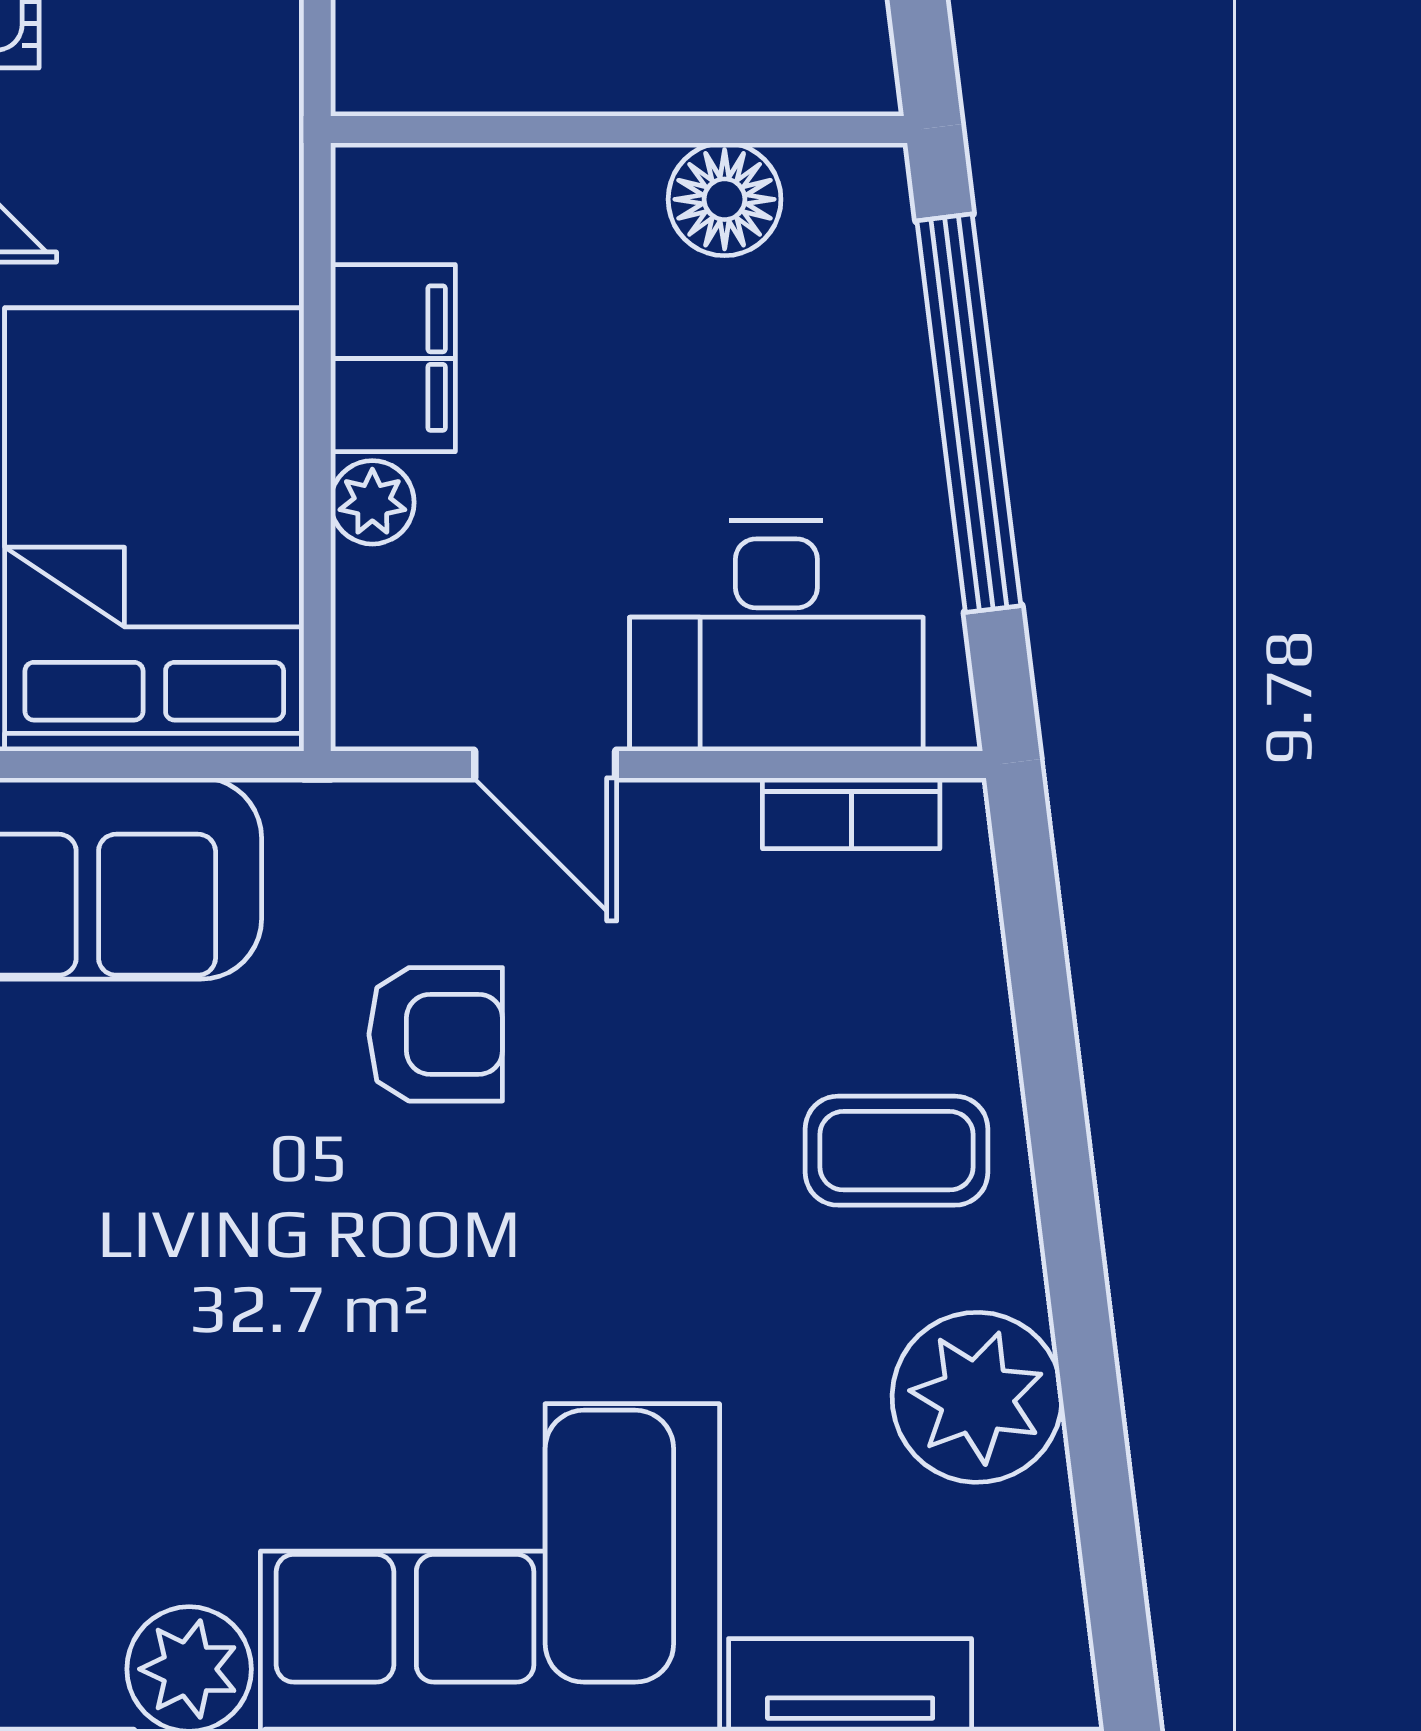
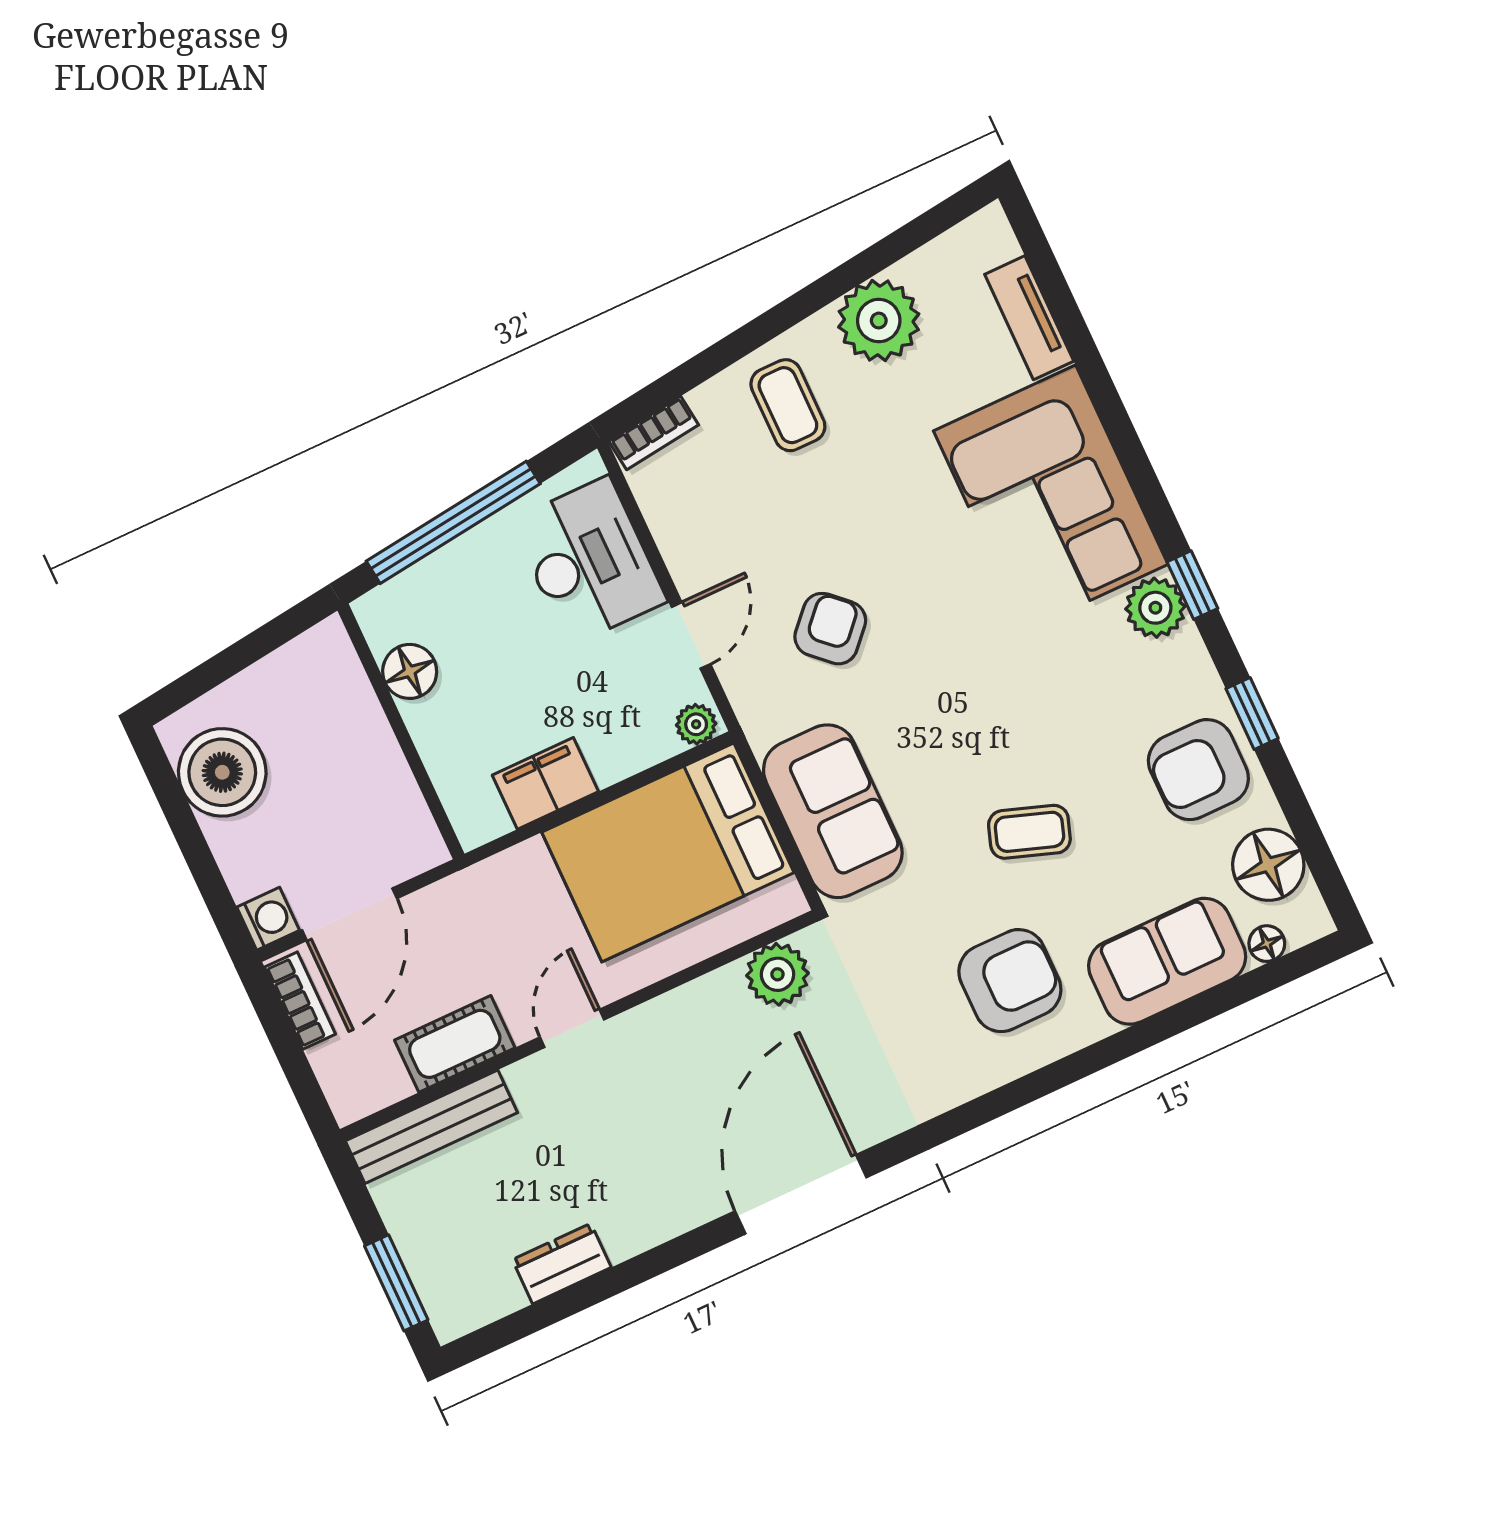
plant: (372, 502) -> (696, 724), moved
bookcase: (851, 813) -> (654, 433), moved, turned 83
armchair: (436, 1034) -> (830, 629), turned 43

